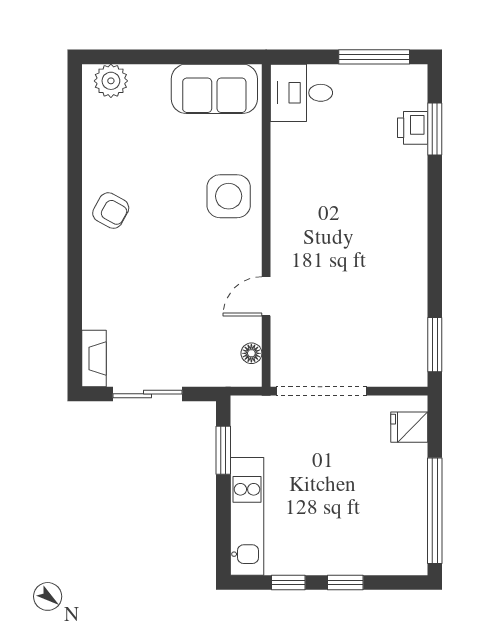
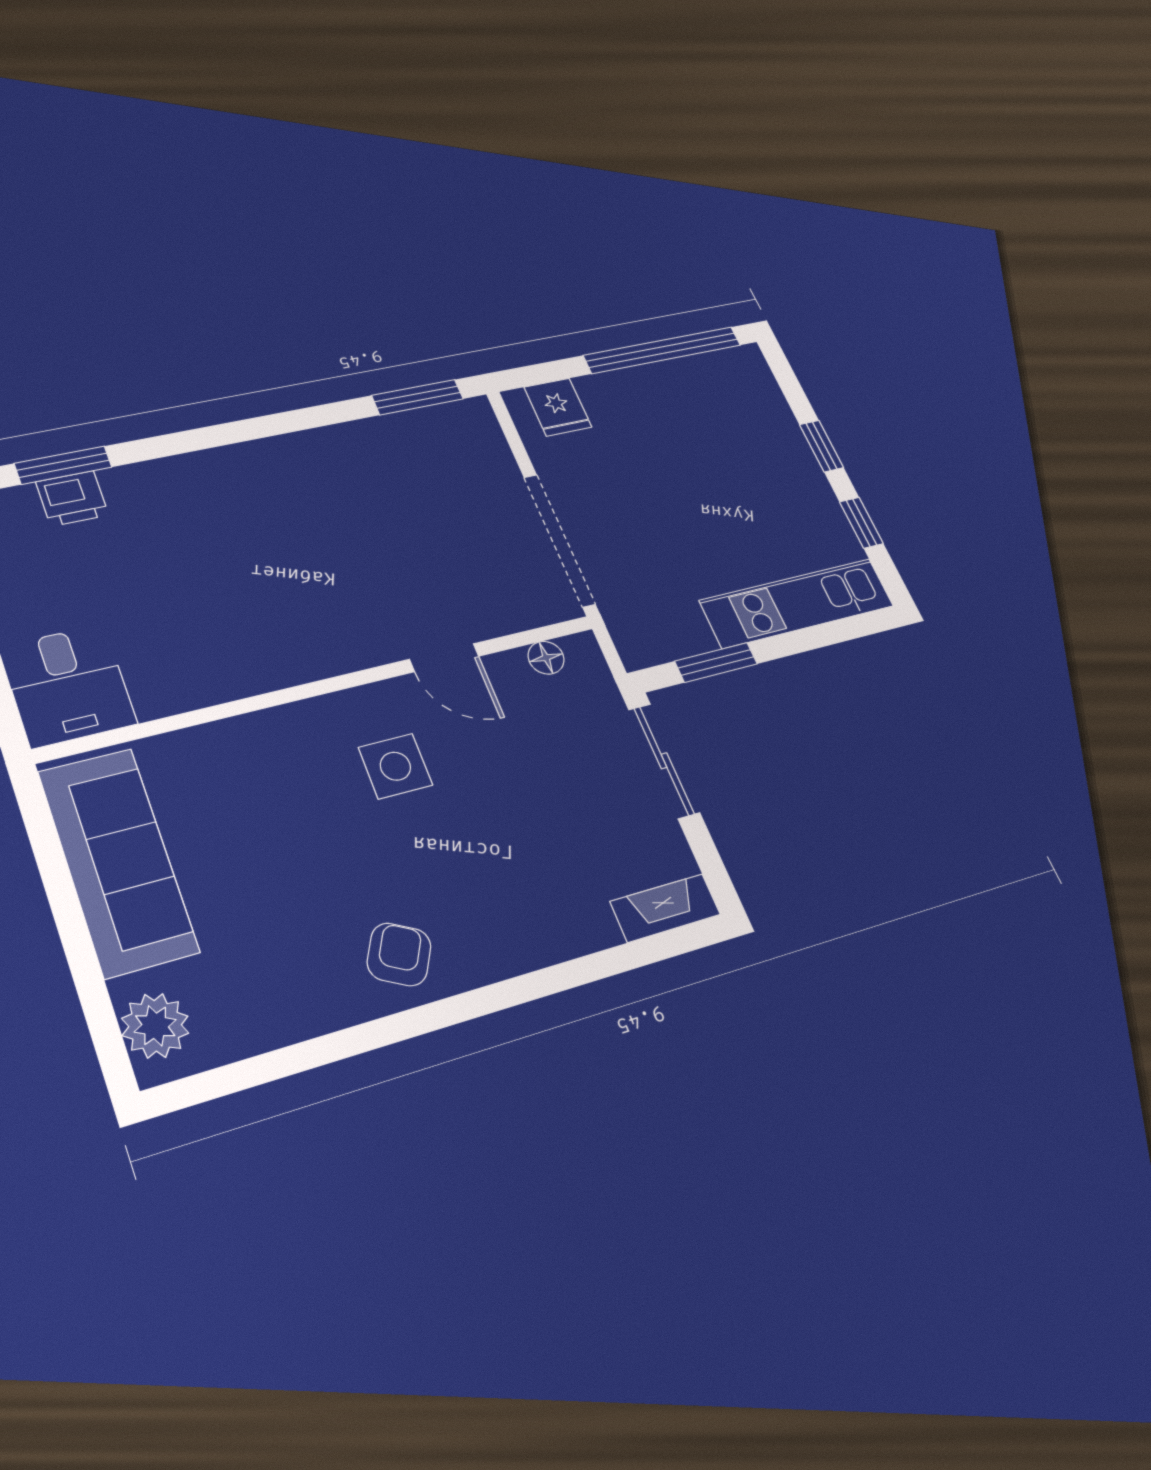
sofa: (214, 89) -> (118, 861), width x1.36
side table: (229, 196) -> (395, 766), moved, width x0.73, depth x0.73
sliding door: (148, 394) -> (664, 761), moved

